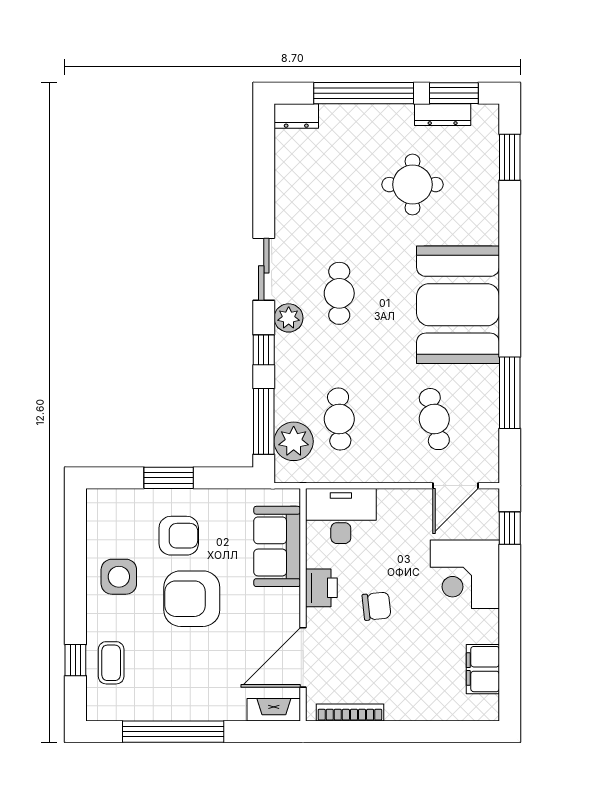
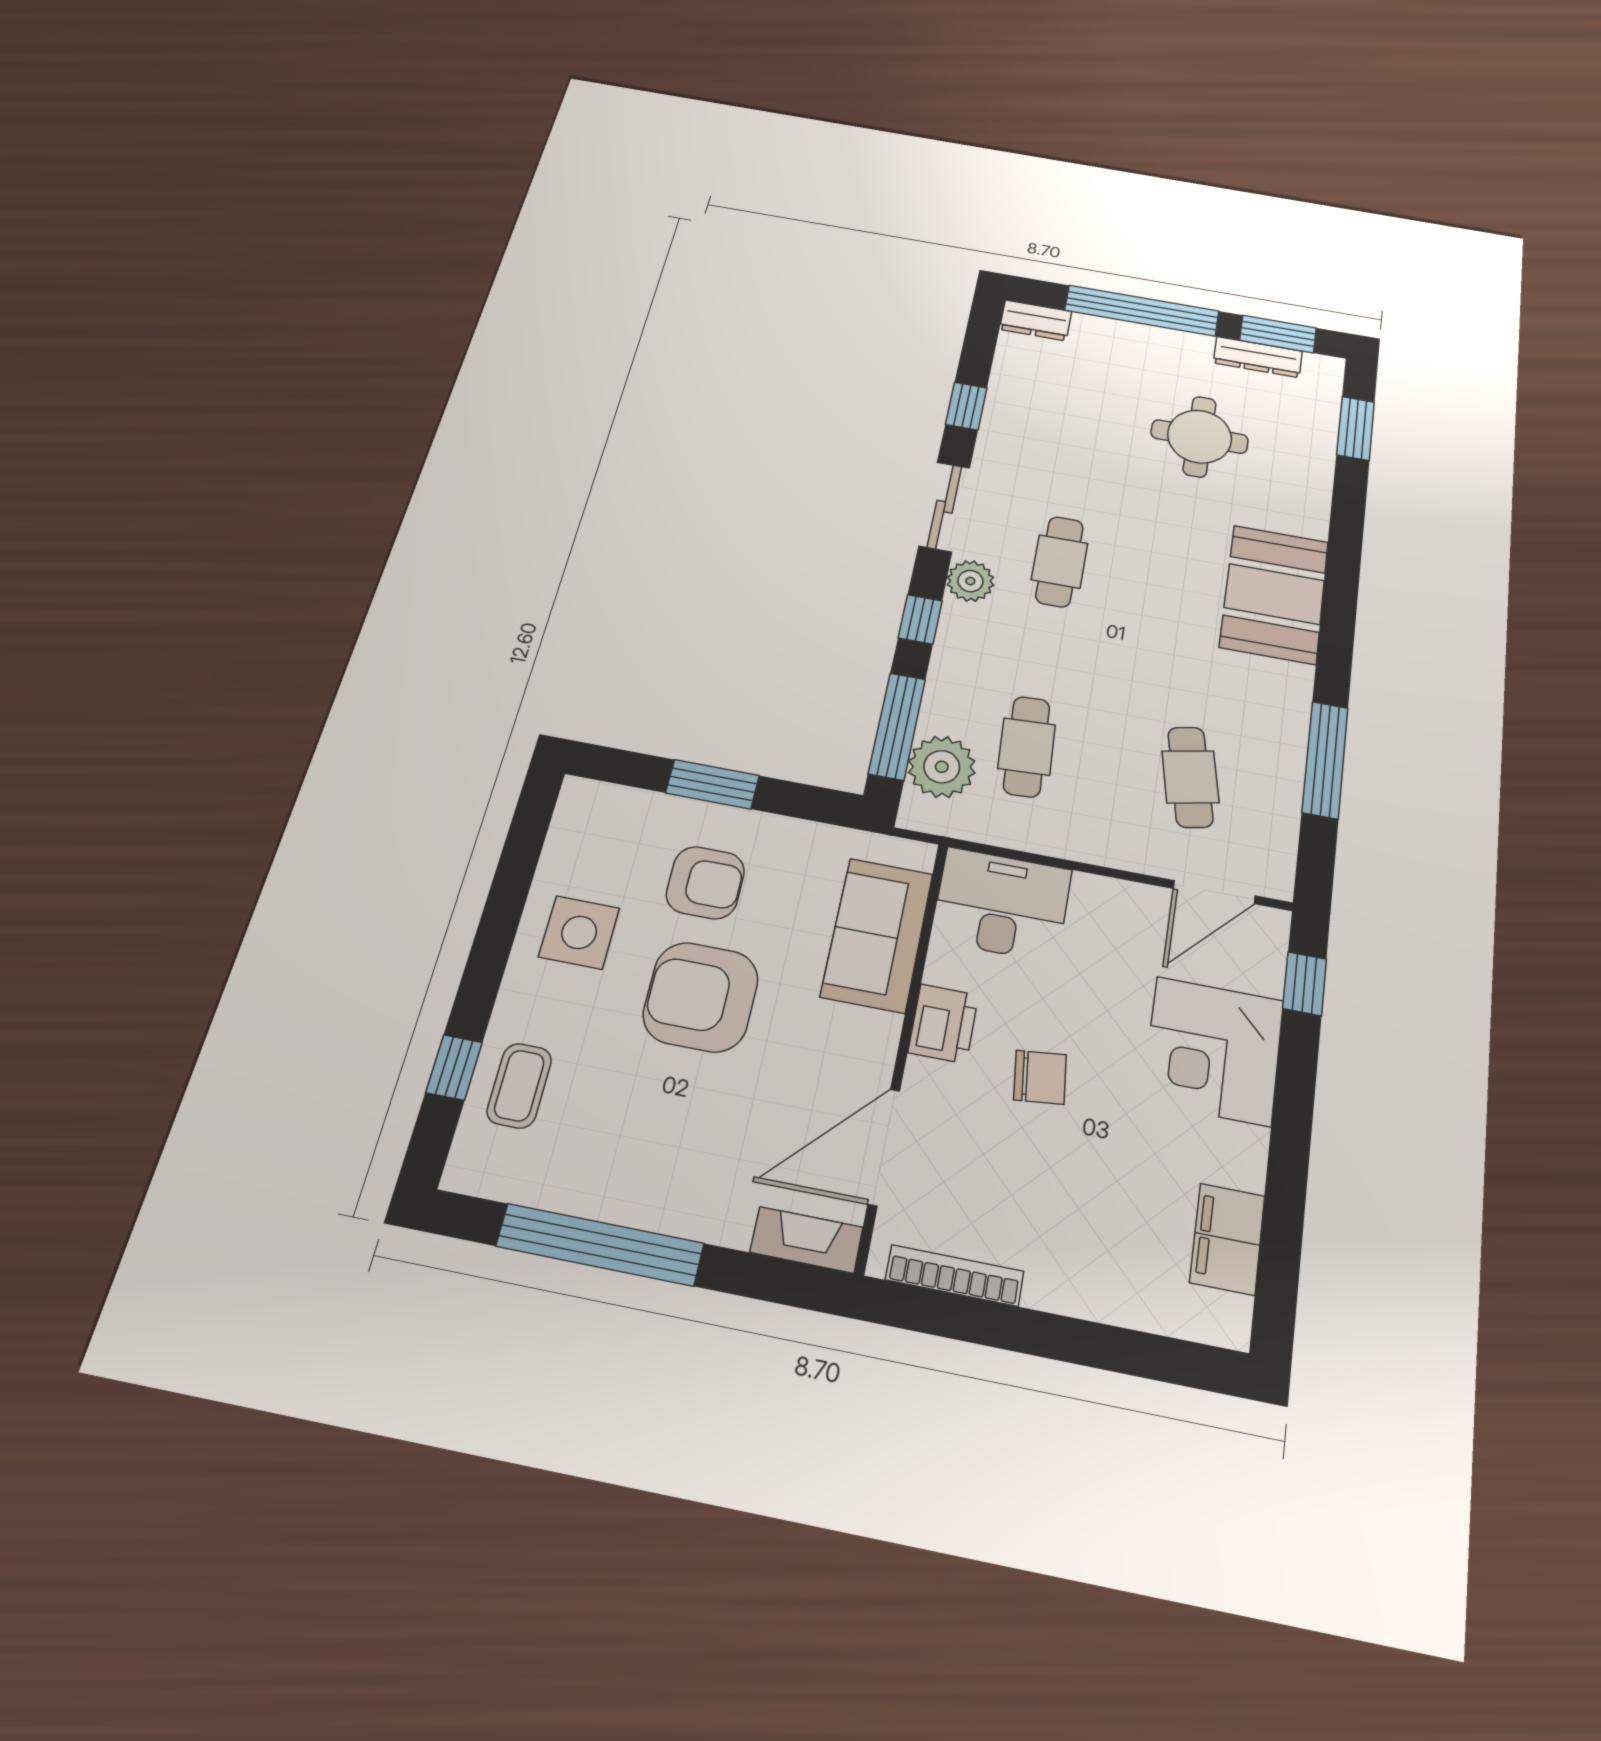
window: (264, 193) -> (966, 406), added
booth: (458, 305) -> (1274, 594), width x0.73, depth x0.70

